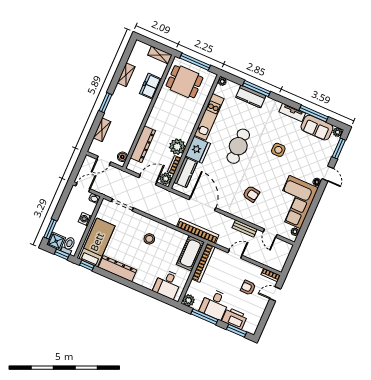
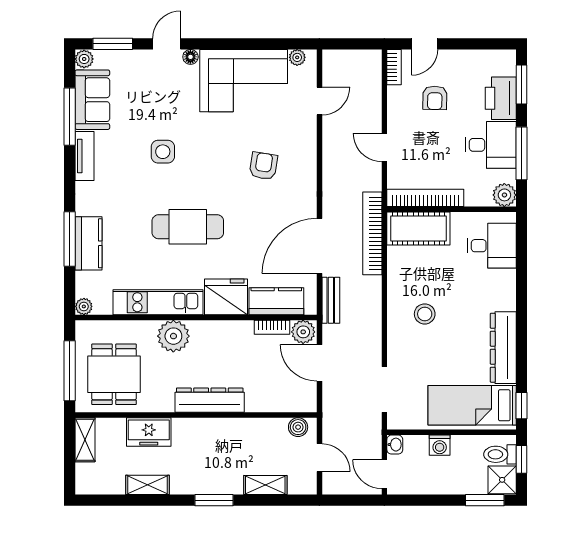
dresser: (143, 144) -> (210, 400), moved
plant: (177, 147) -> (173, 336), moved
bench: (245, 228) -> (331, 300), moved
door: (275, 294) -> (425, 44), hinge flipped

